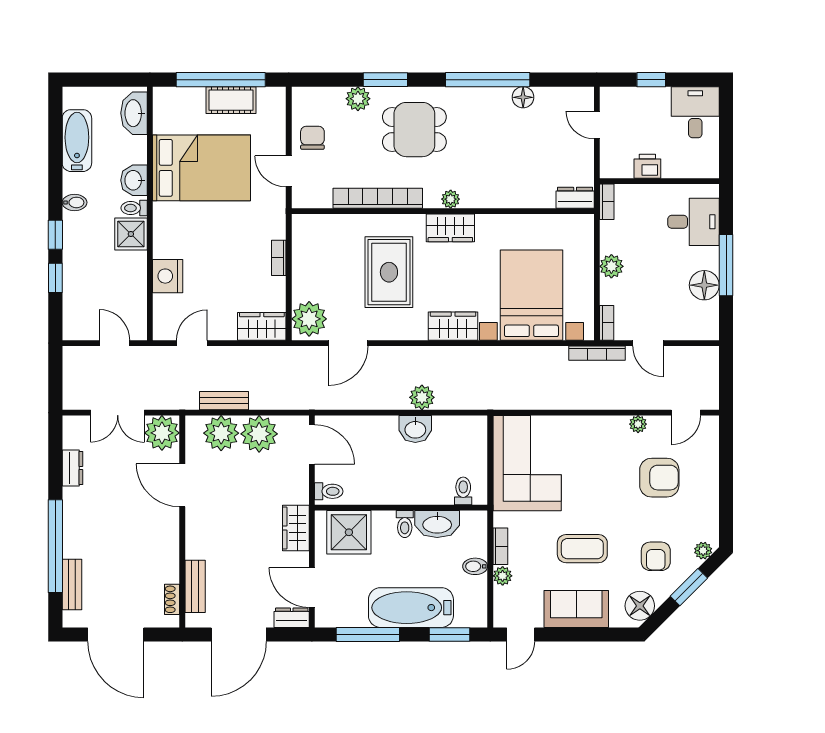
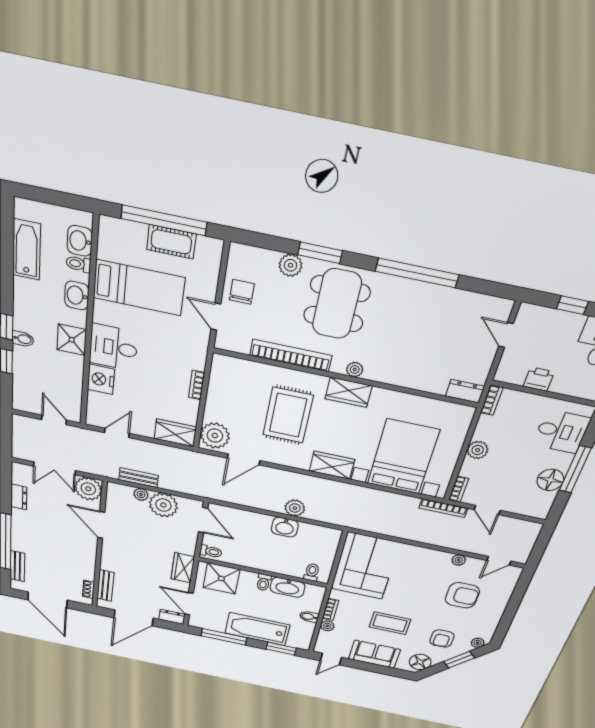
floor lamp: (523, 97) -> (446, 296), removed
washbasin: (134, 113) -> (80, 241), width x0.72
dining table: (414, 130) -> (337, 304), width x1.38
bed: (201, 168) -> (139, 288), width x0.67
bidet: (75, 202) -> (23, 339), moved
toilet: (134, 208) -> (78, 264), moved
desk: (179, 233) -> (113, 347), added
plant: (221, 433) -> (141, 494), width x0.53, depth x0.53

